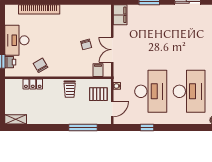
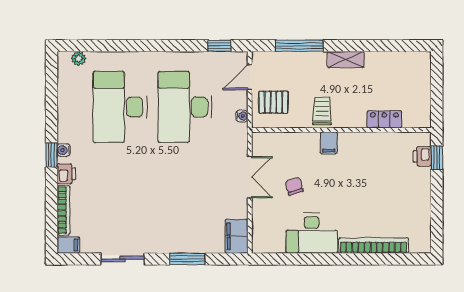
desk: (17, 40) -> (312, 233), moved, turned 90
chair: (40, 65) -> (371, 151), removed
filing cabinet: (98, 70) -> (329, 143), moved
shelving: (16, 119) -> (346, 60), moved
window: (147, 128) -> (219, 46), moved

